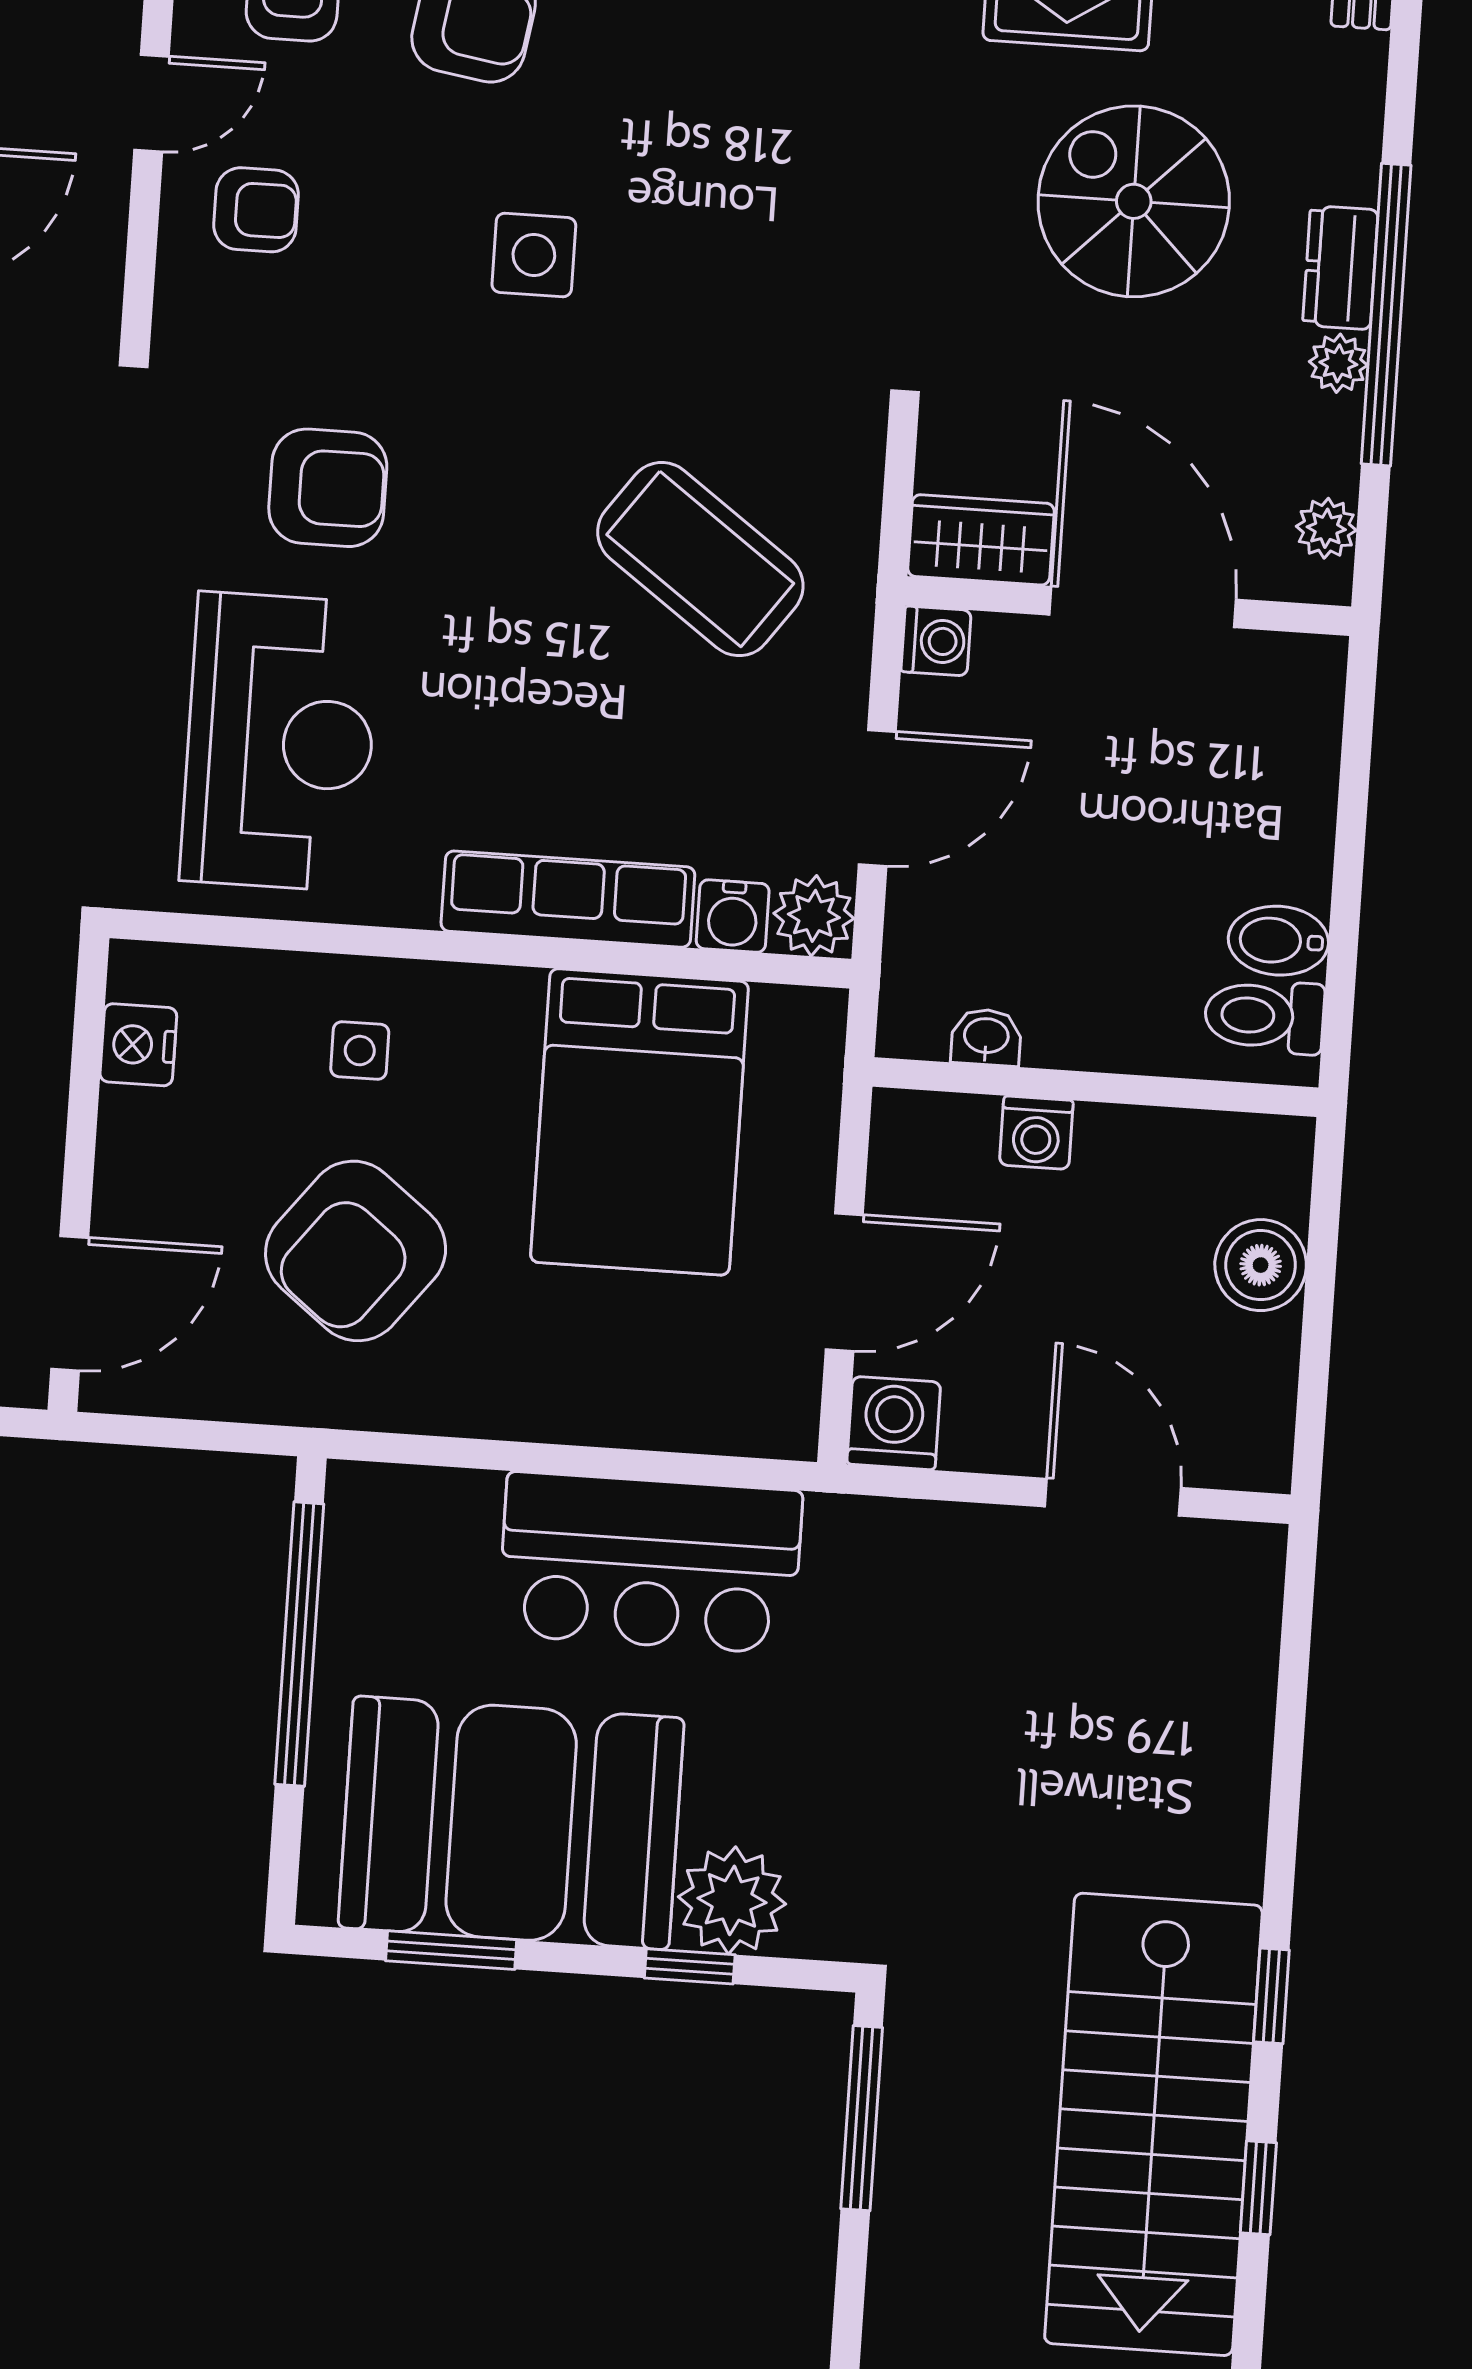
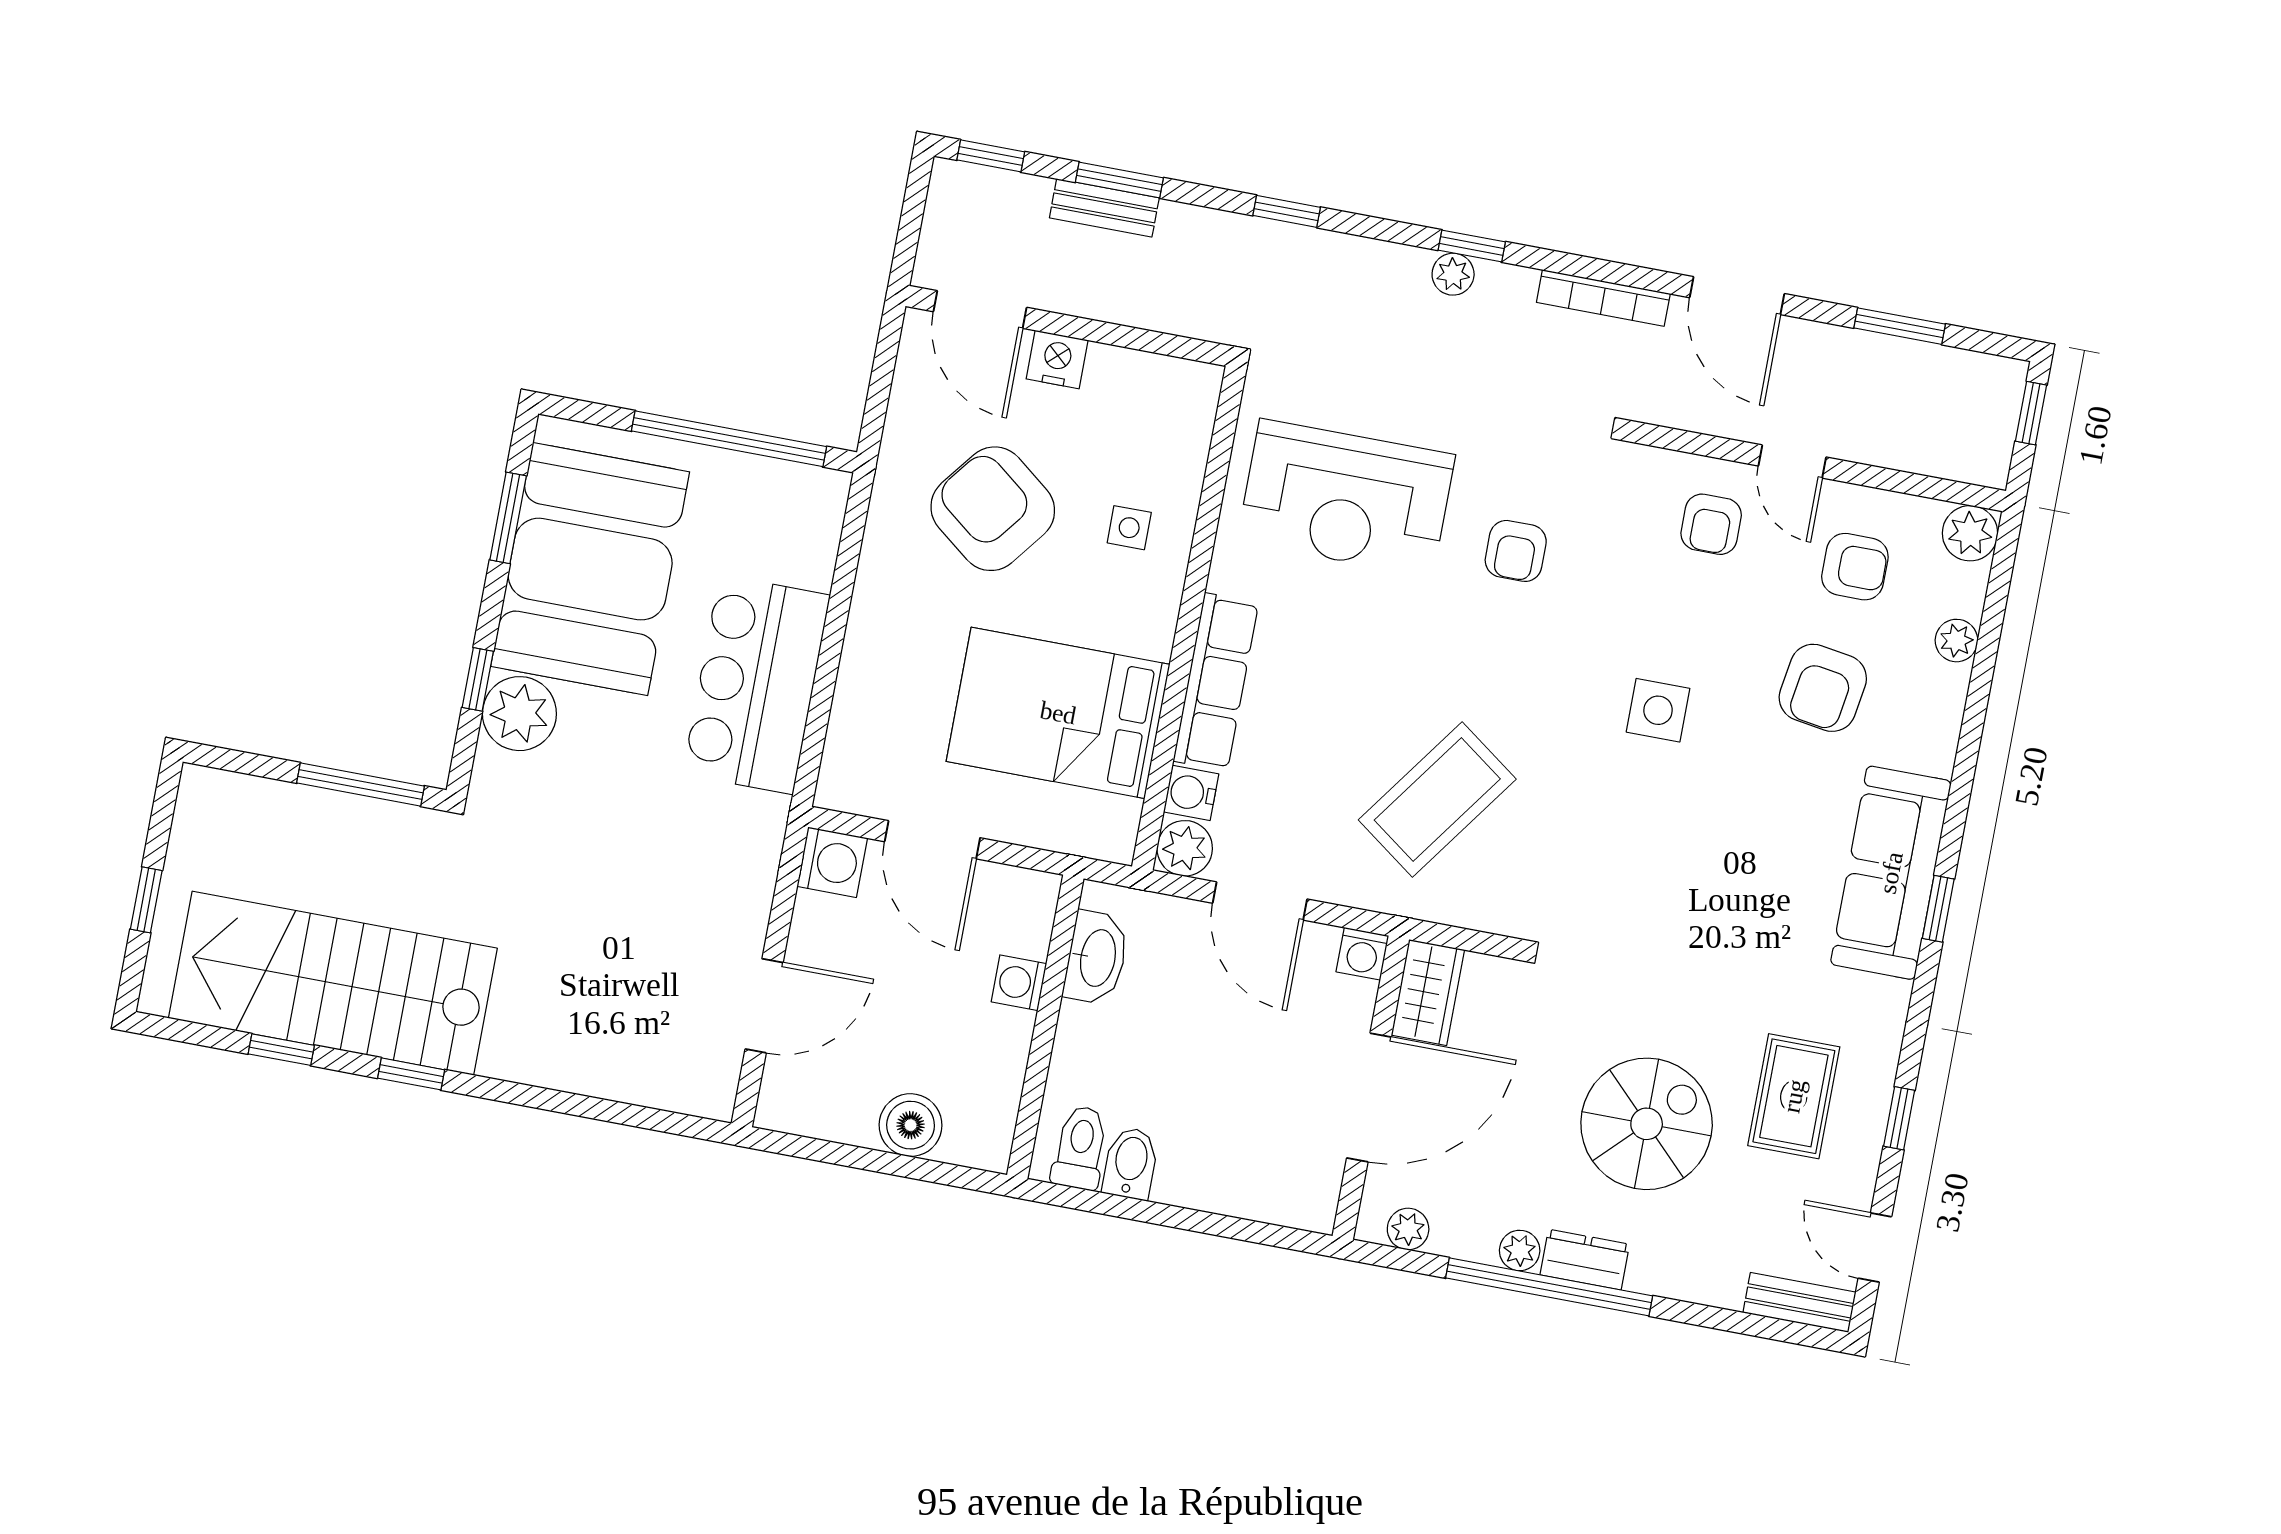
armchair: (328, 488) -> (1516, 551), width x0.72, depth x0.72
washbasin: (986, 1037) -> (1096, 958), width x1.91, depth x1.45
nightstand: (138, 1045) -> (1057, 360), moved

